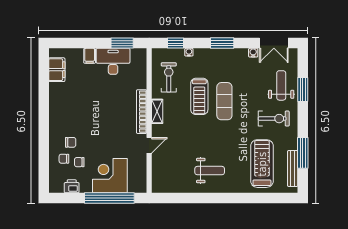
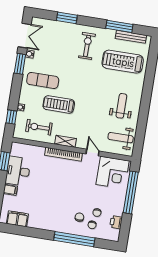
window: (222, 43) -> (20, 64), moved
weight bench: (281, 85) -> (121, 138), moved
treadmill: (199, 96) -> (59, 104), turned 180
exercise mat: (224, 101) -> (43, 80), moved
window: (44, 140) -> (74, 239), added
corner desk: (110, 176) -> (113, 173), moved, turned -90

